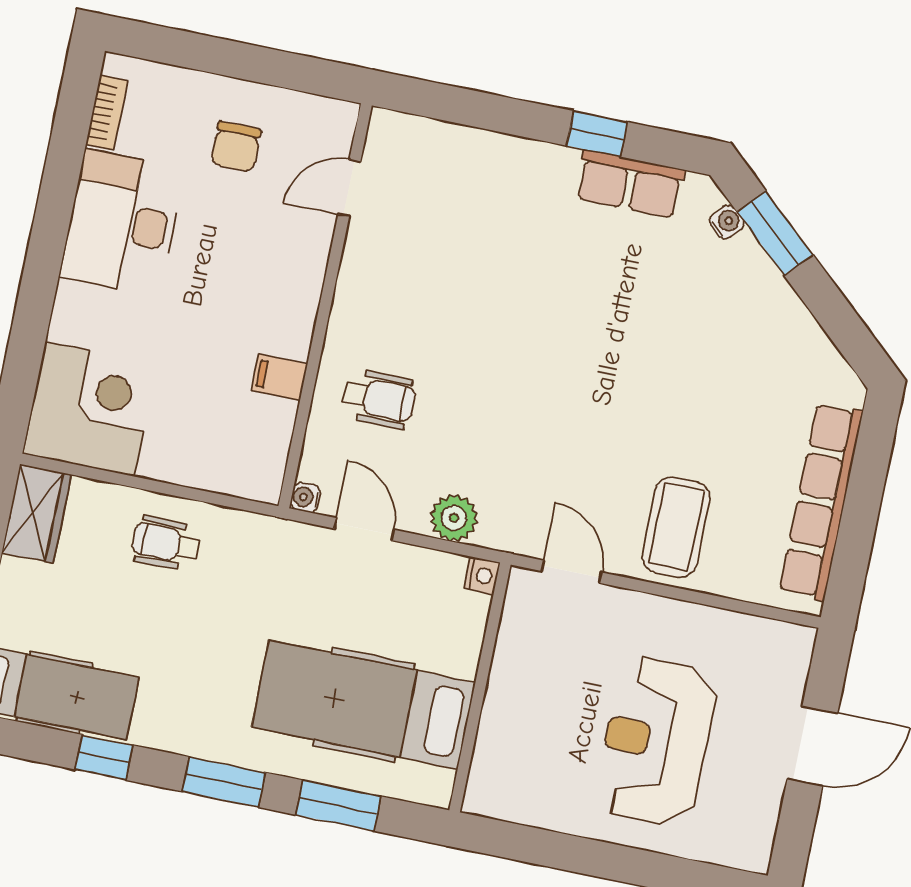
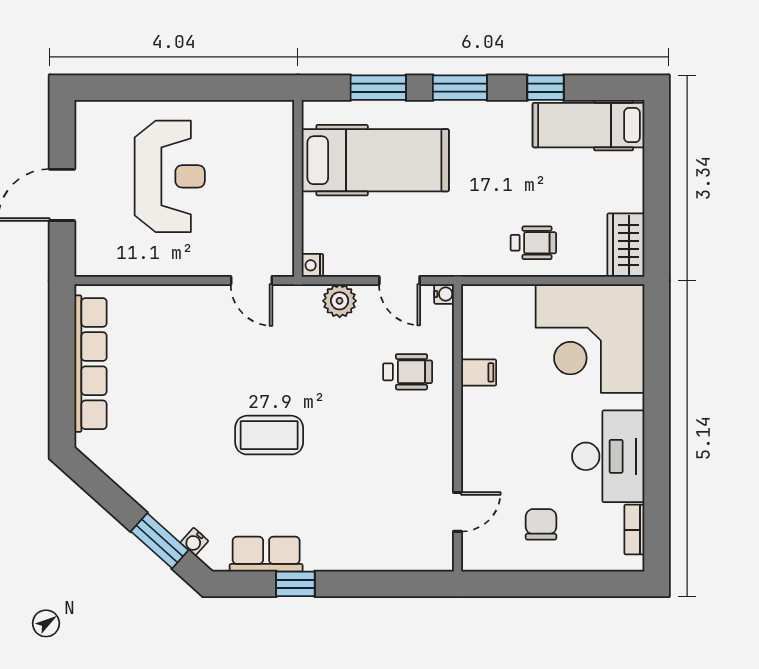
wheelchair: (379, 399) -> (408, 372), turned 180
corner desk: (90, 409) -> (590, 338), width x1.36, depth x1.36
coffee table: (676, 527) -> (269, 435), moved, turned 90

